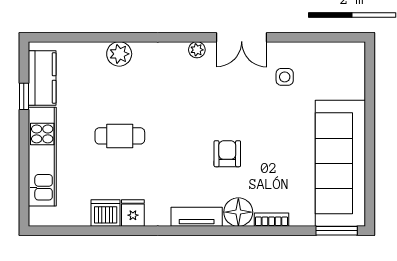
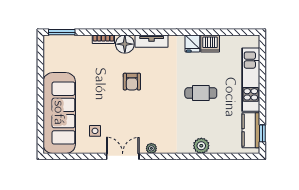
window: (24, 96) -> (262, 133), moved
sofa: (340, 163) -> (59, 113), moved

